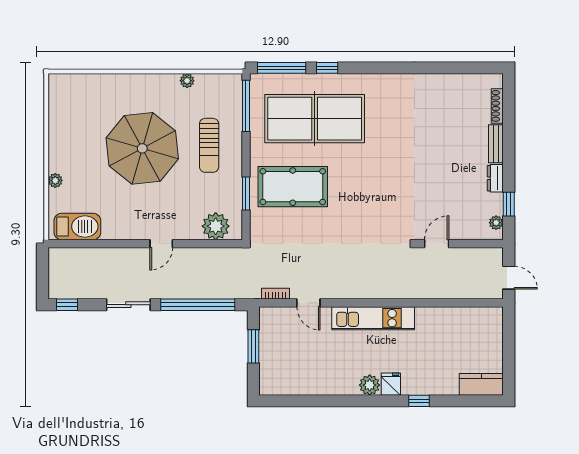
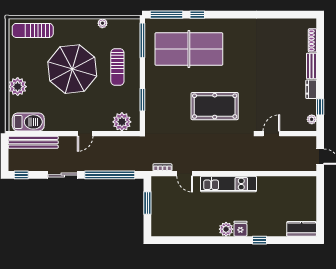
sun lounger: (84, 91) -> (33, 30), added
plant: (55, 180) -> (18, 87), width x1.88, depth x1.88
pool table: (293, 187) -> (215, 106), moved
bench: (85, 256) -> (33, 142), added

